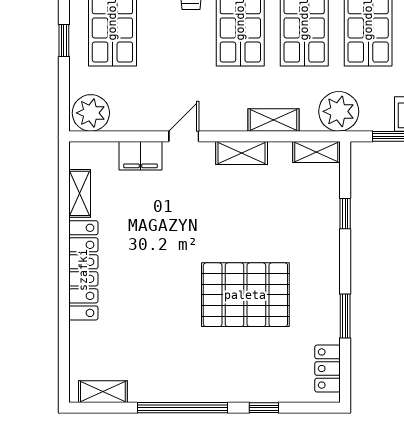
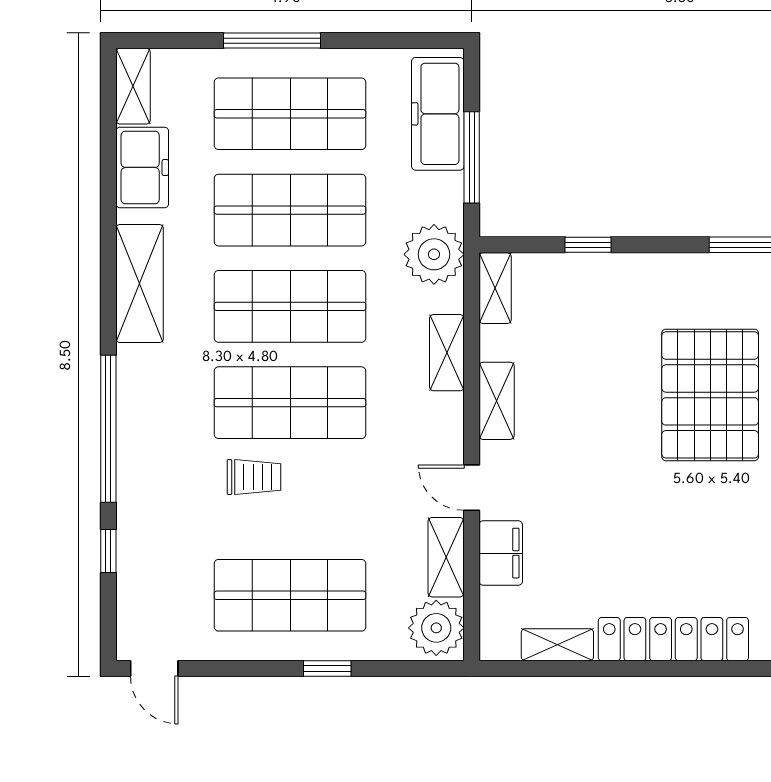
shelving: (138, 119) -> (446, 557), added

